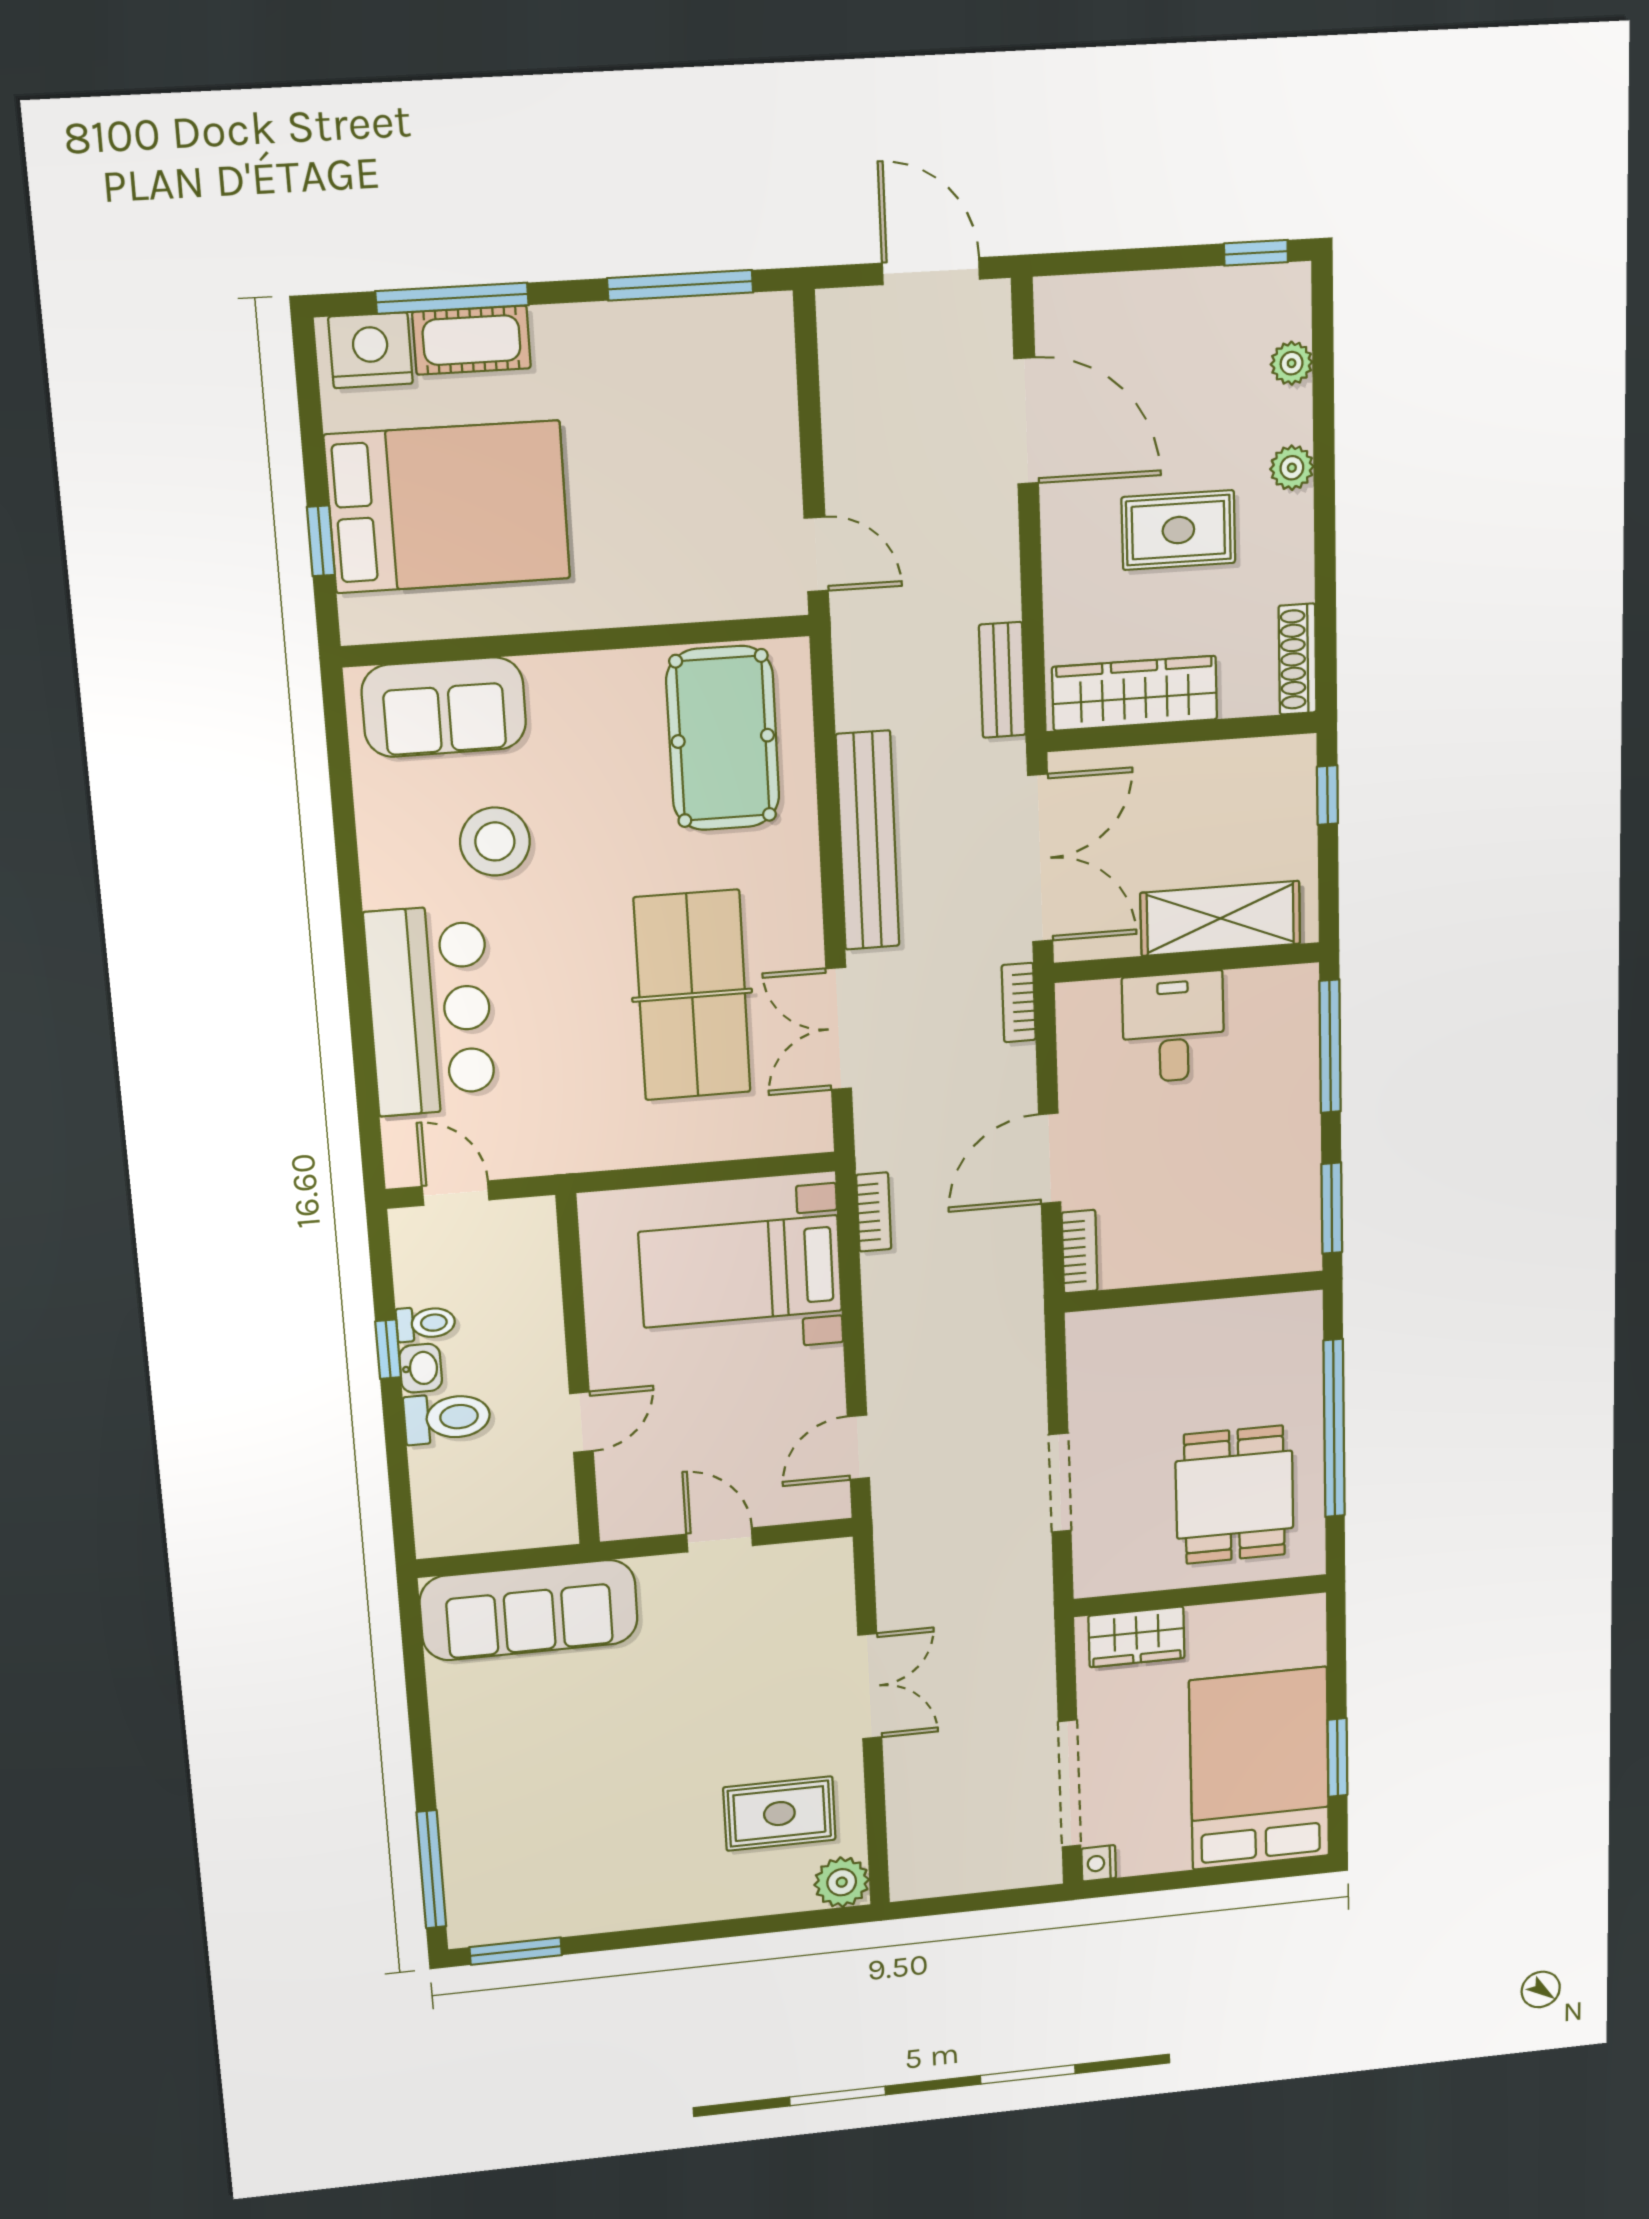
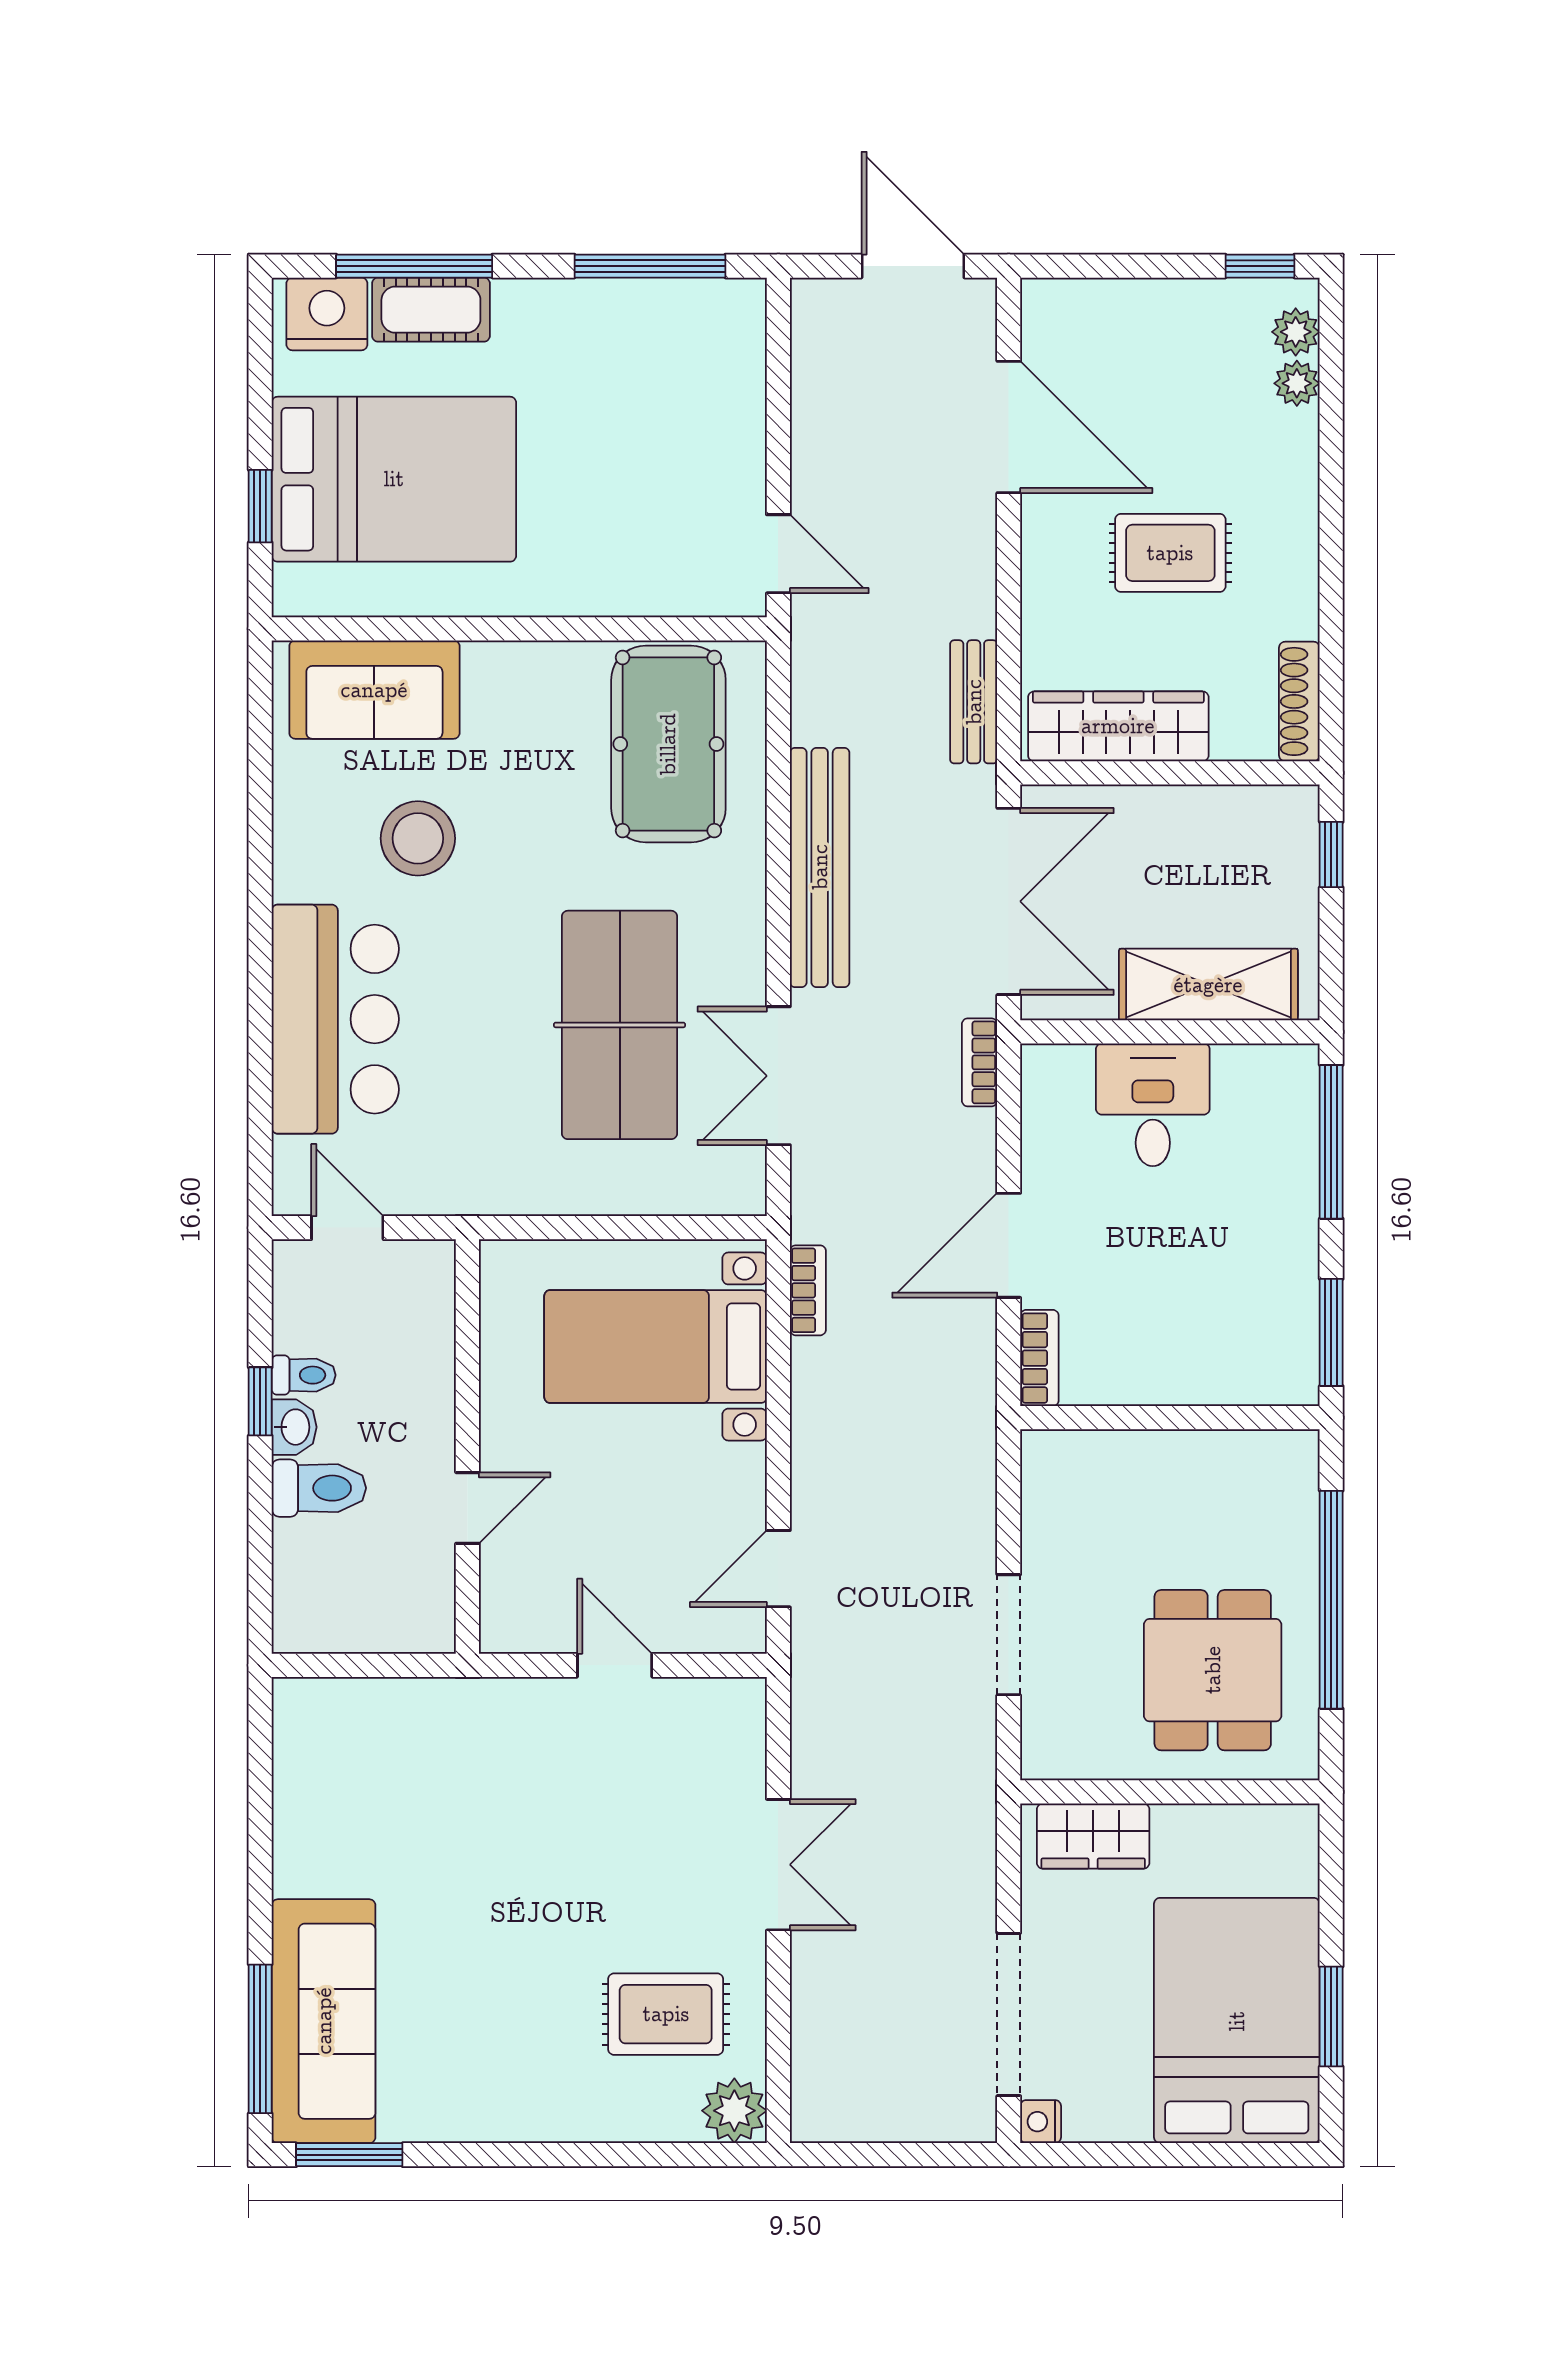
plant: (1292, 468) -> (1296, 332), moved
sofa: (529, 1610) -> (324, 2021), moved, turned -90

